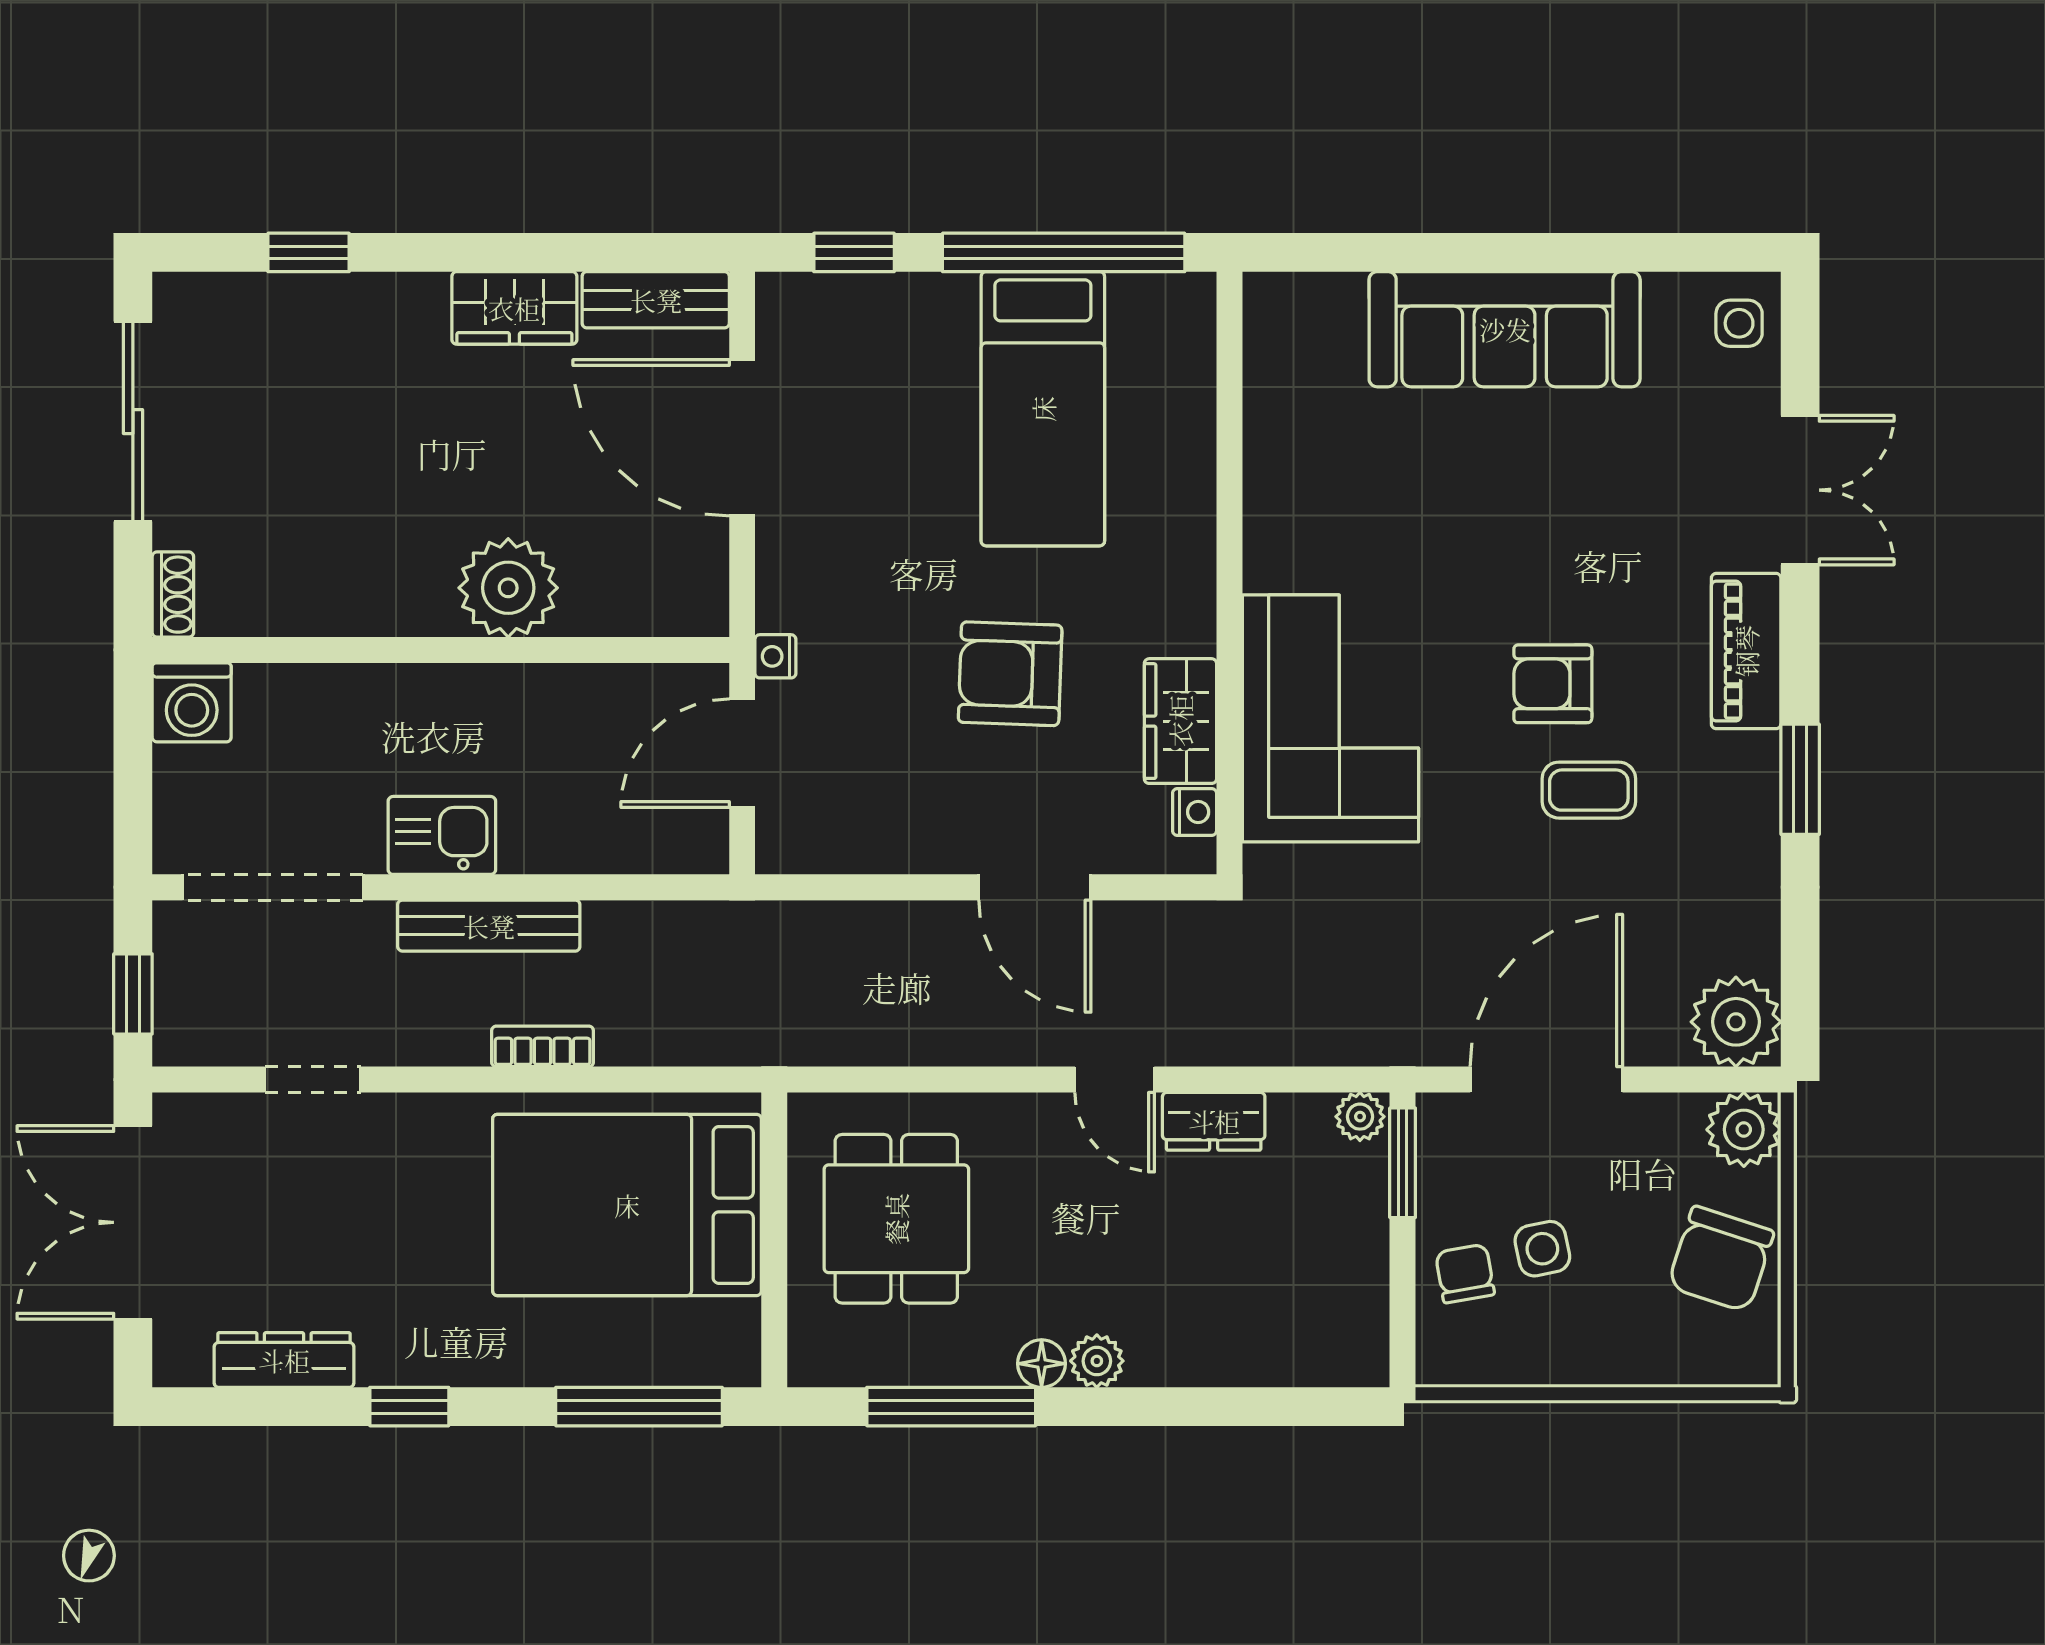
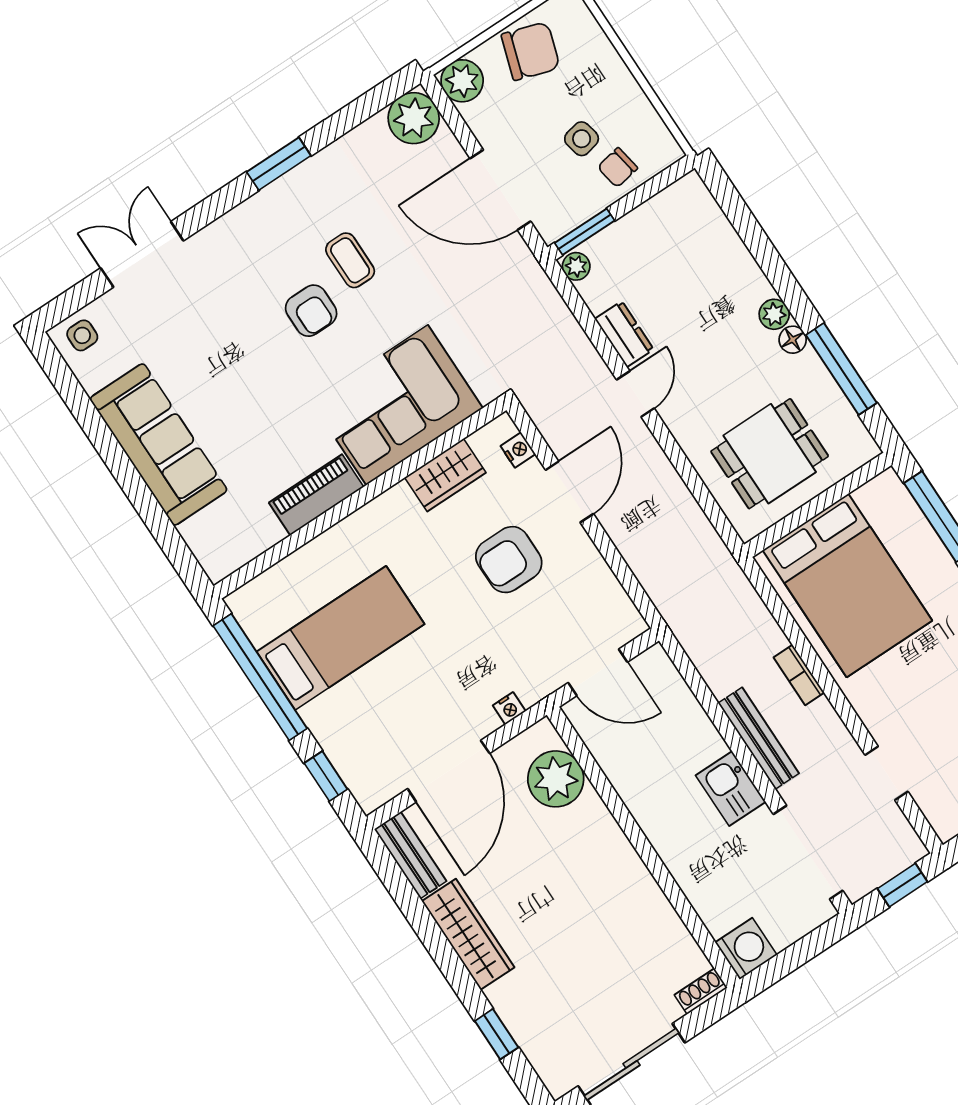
wardrobe: (514, 308) -> (468, 934), width x1.50
plant: (508, 588) -> (556, 779), moved
piano: (1746, 651) -> (316, 495), moved, turned 180
nightstand: (775, 656) -> (509, 708), moved
armchair: (1010, 674) -> (509, 560), moved, turned 88
nightstand: (1195, 812) -> (518, 450), moved, turned 90

